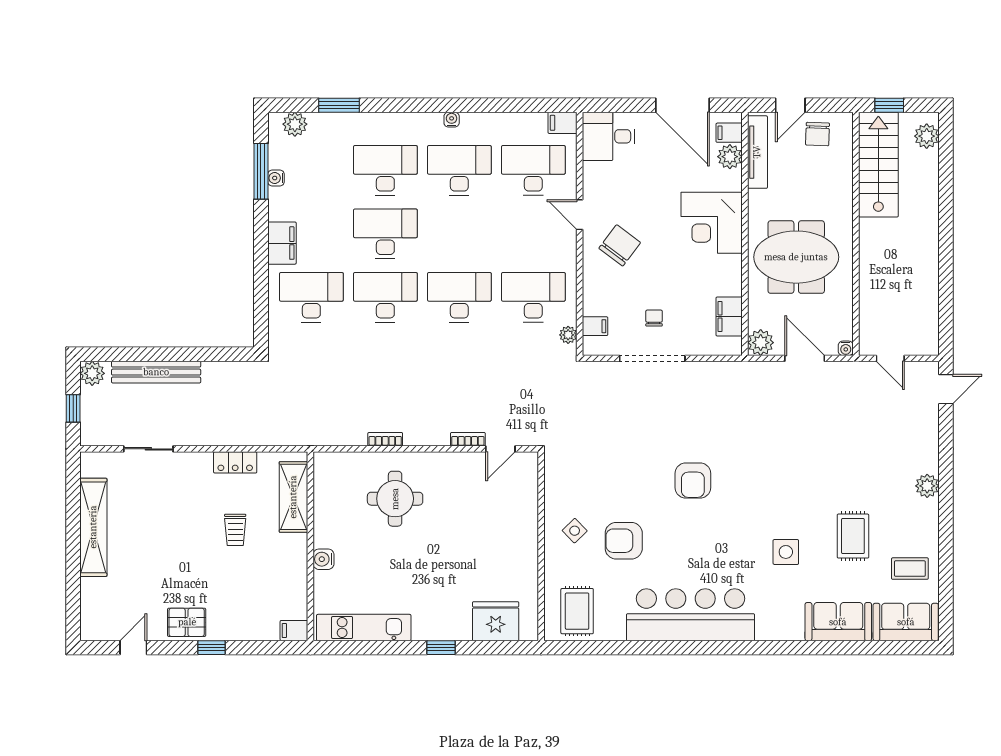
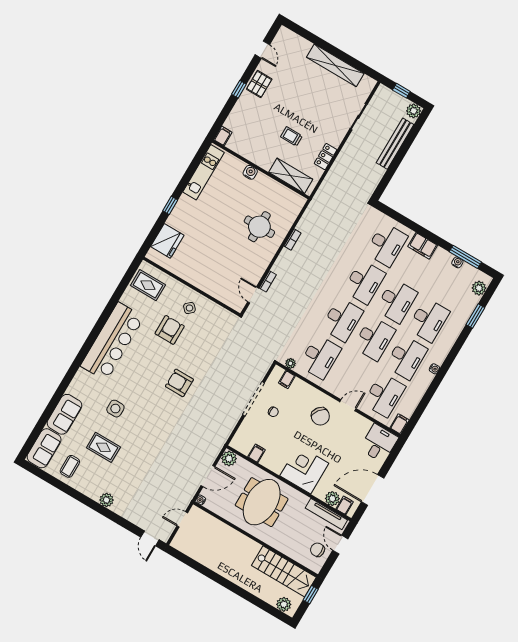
desk: (459, 234) -> (374, 339), added
filing cabinet: (729, 316) -> (257, 453), width x0.50

